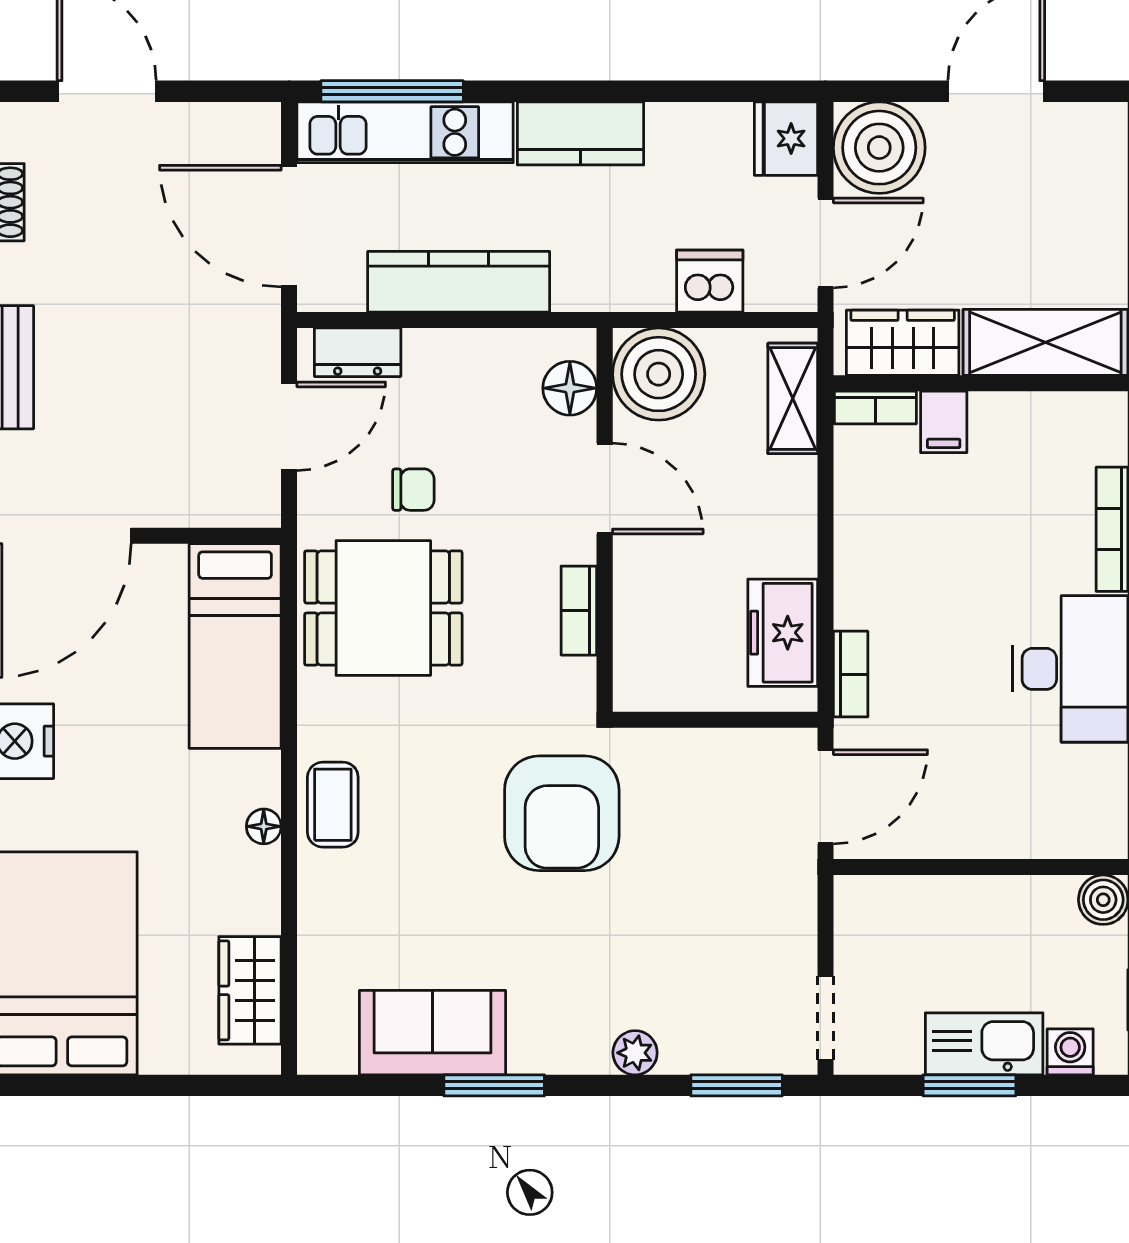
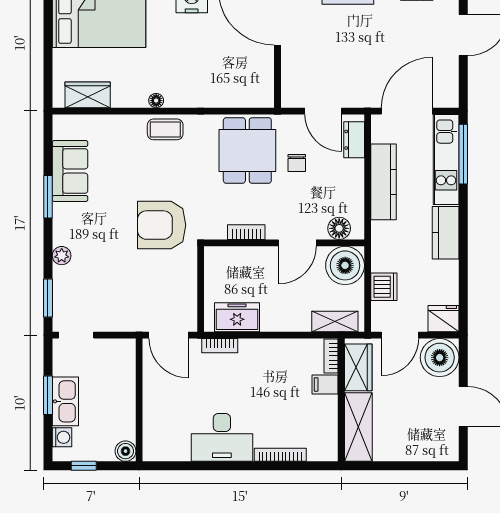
door: (826, 243) -> (400, 335), hinge flipped
bed: (235, 646) -> (231, 89), removed

